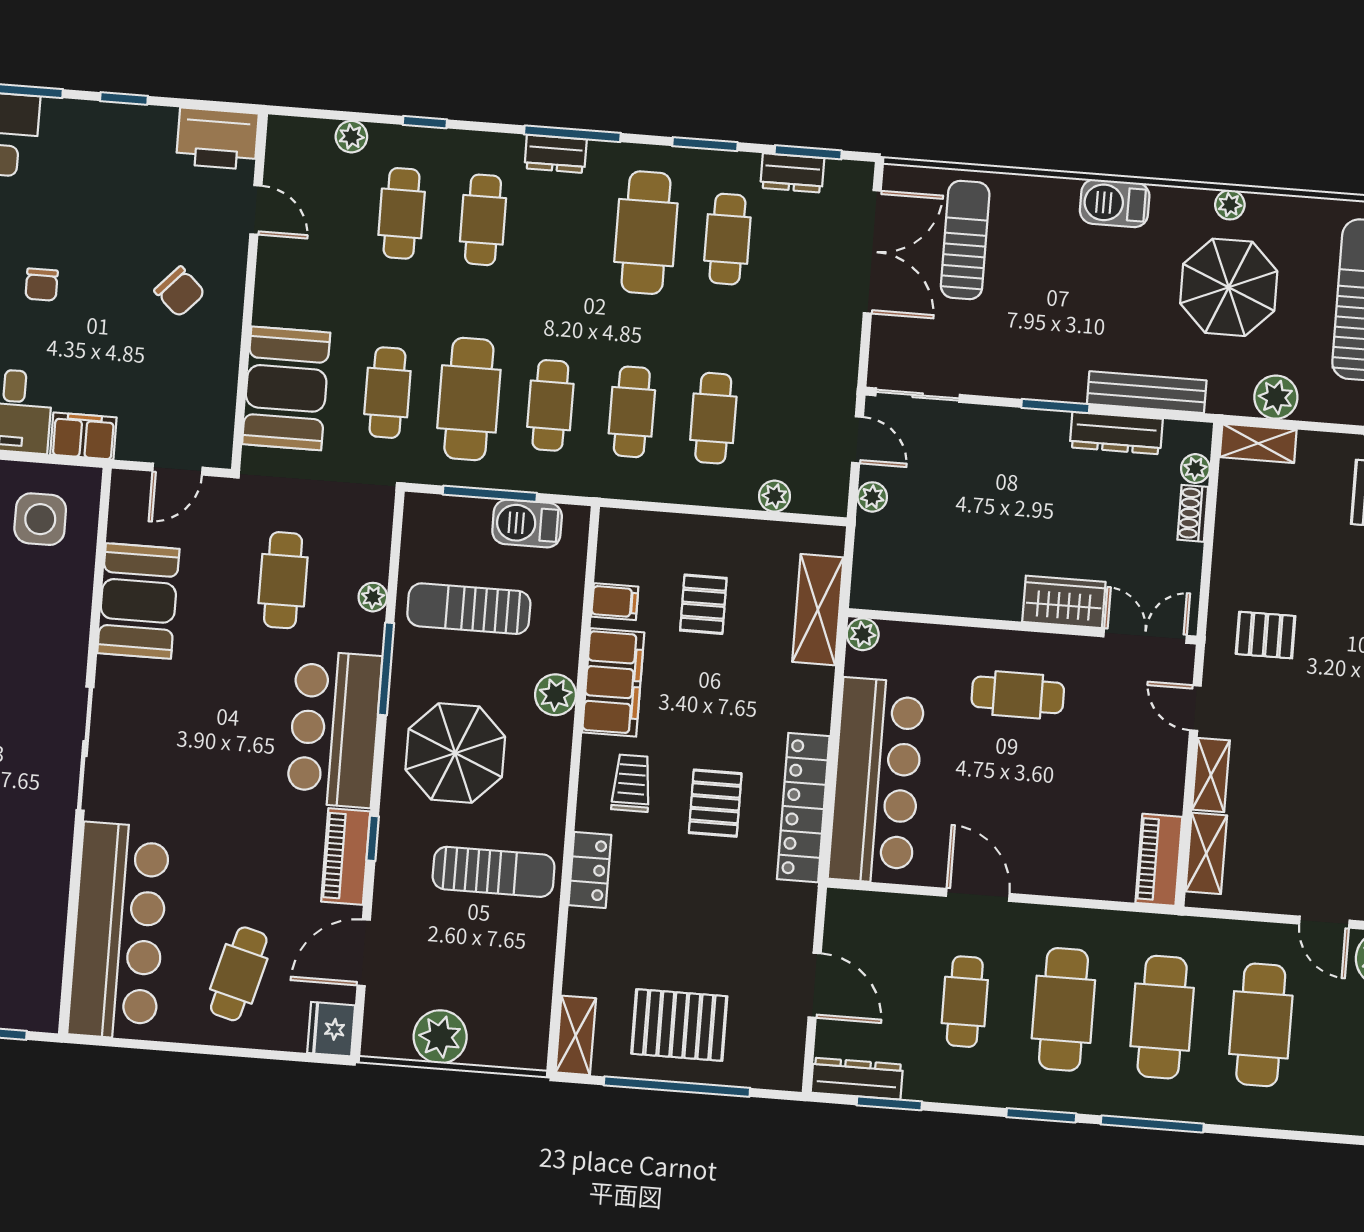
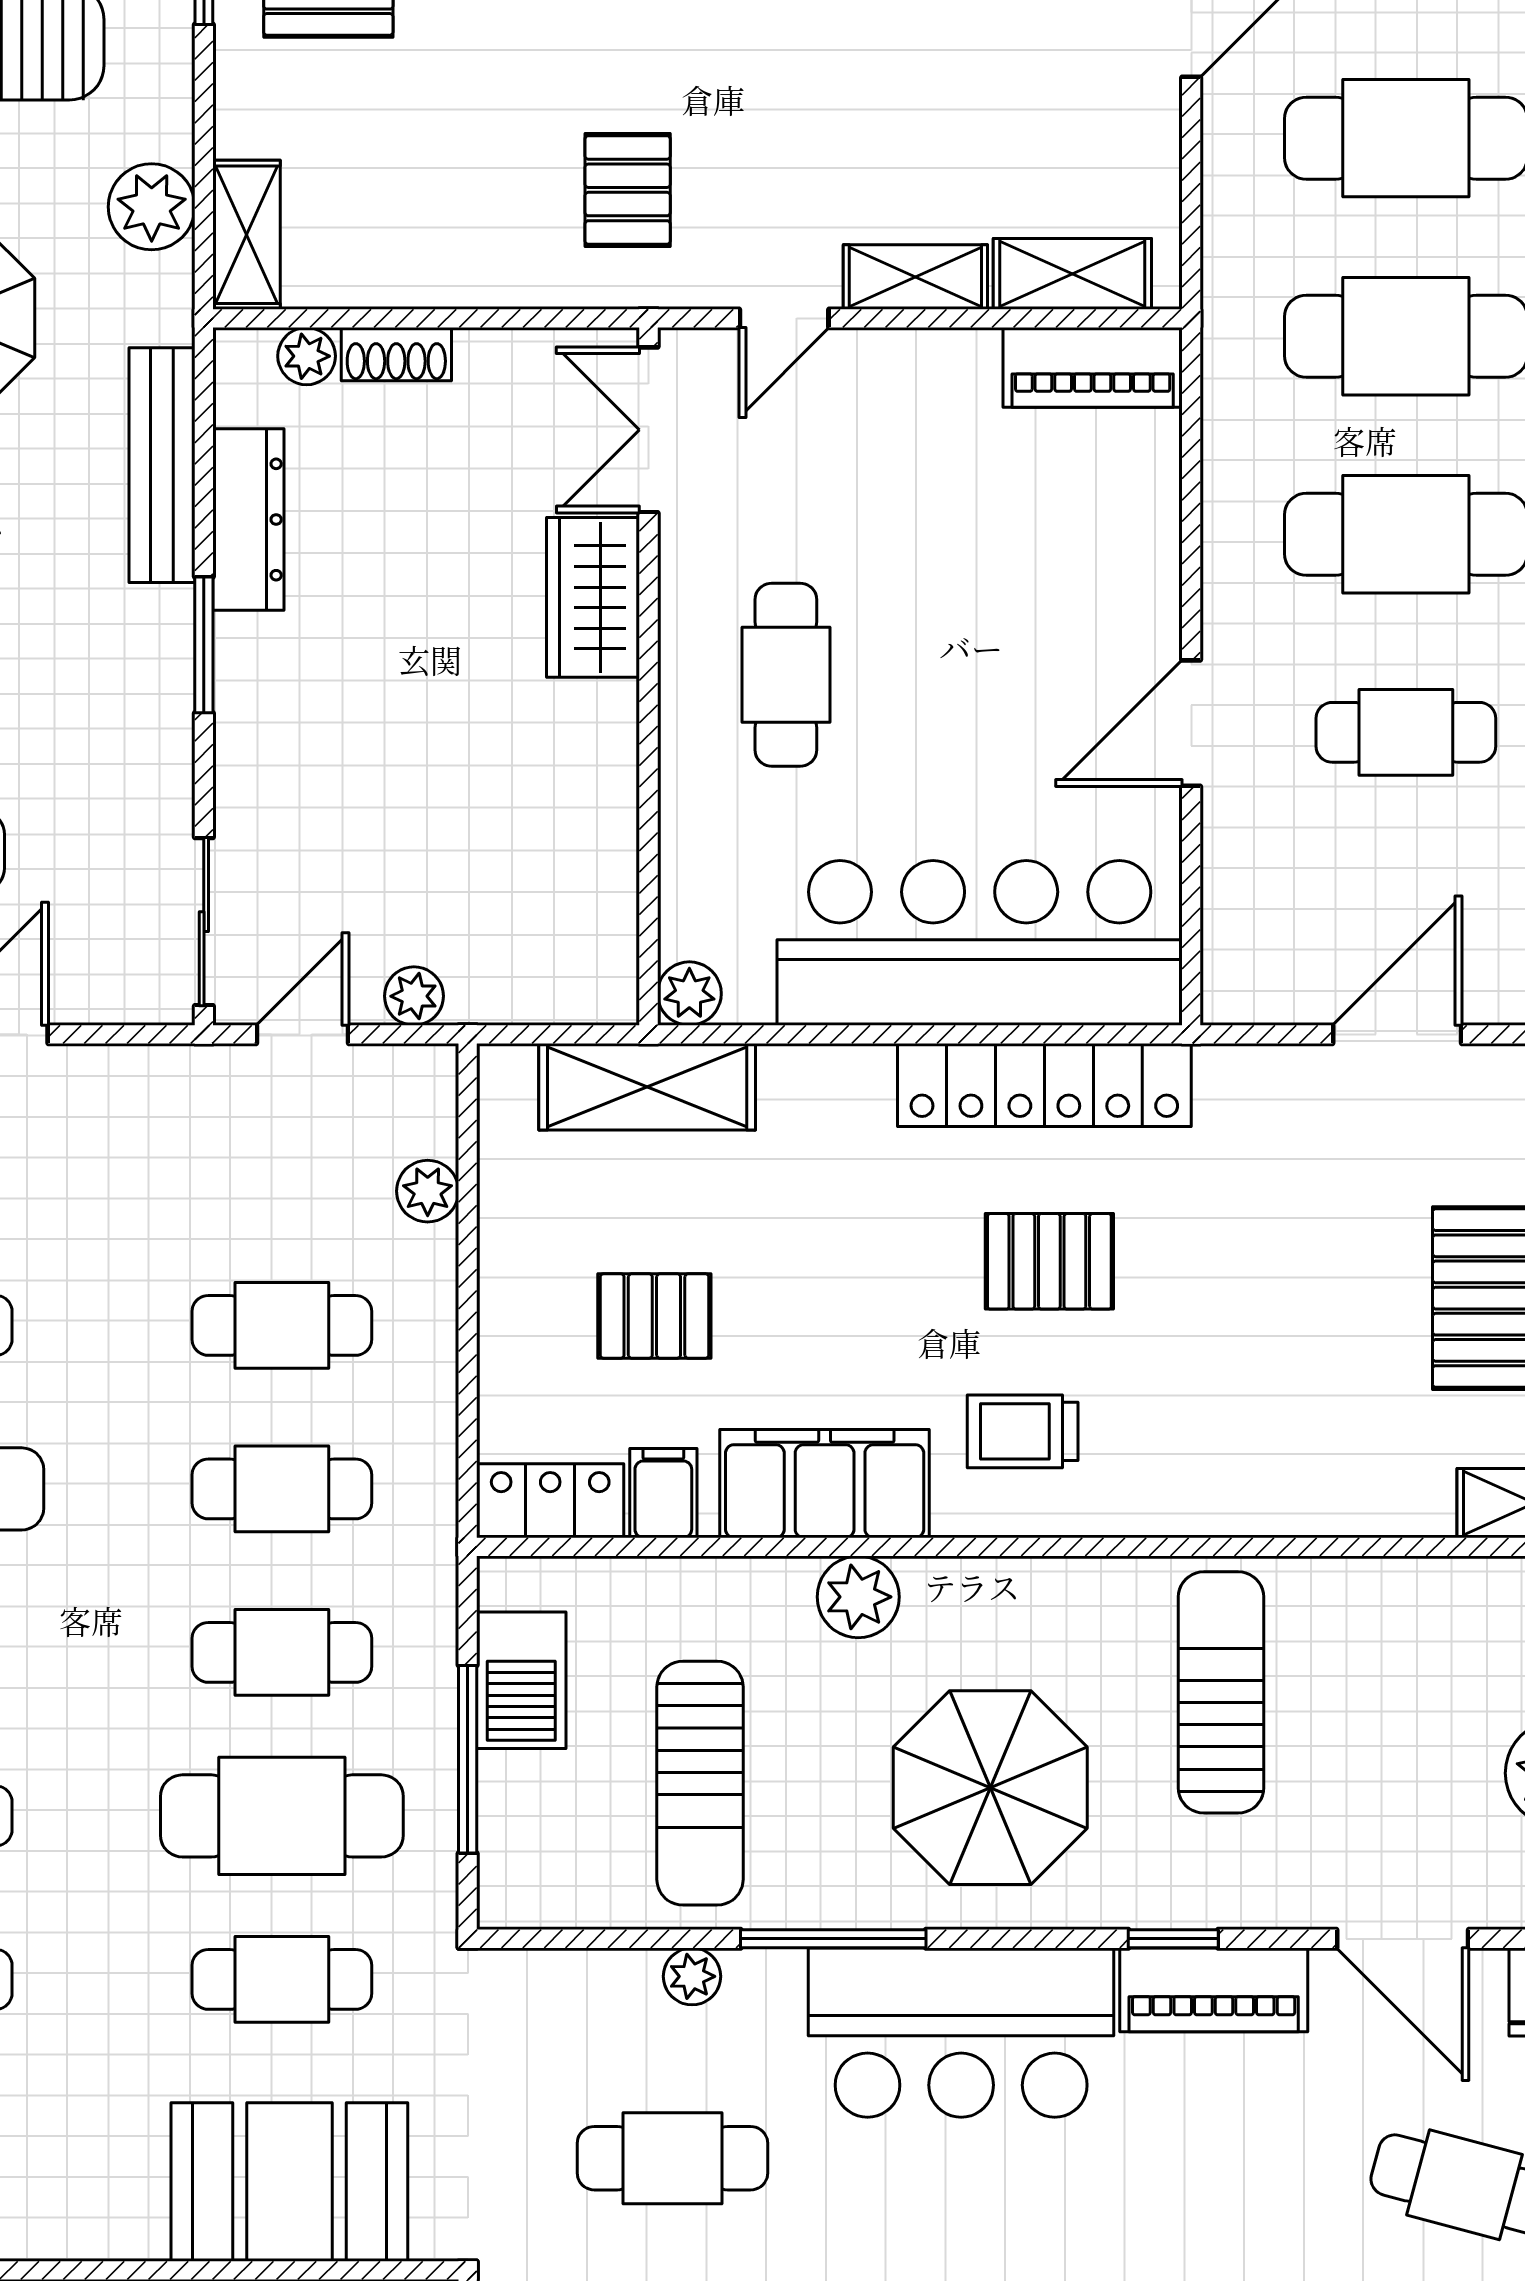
locker: (590, 870) -> (550, 1501), moved

